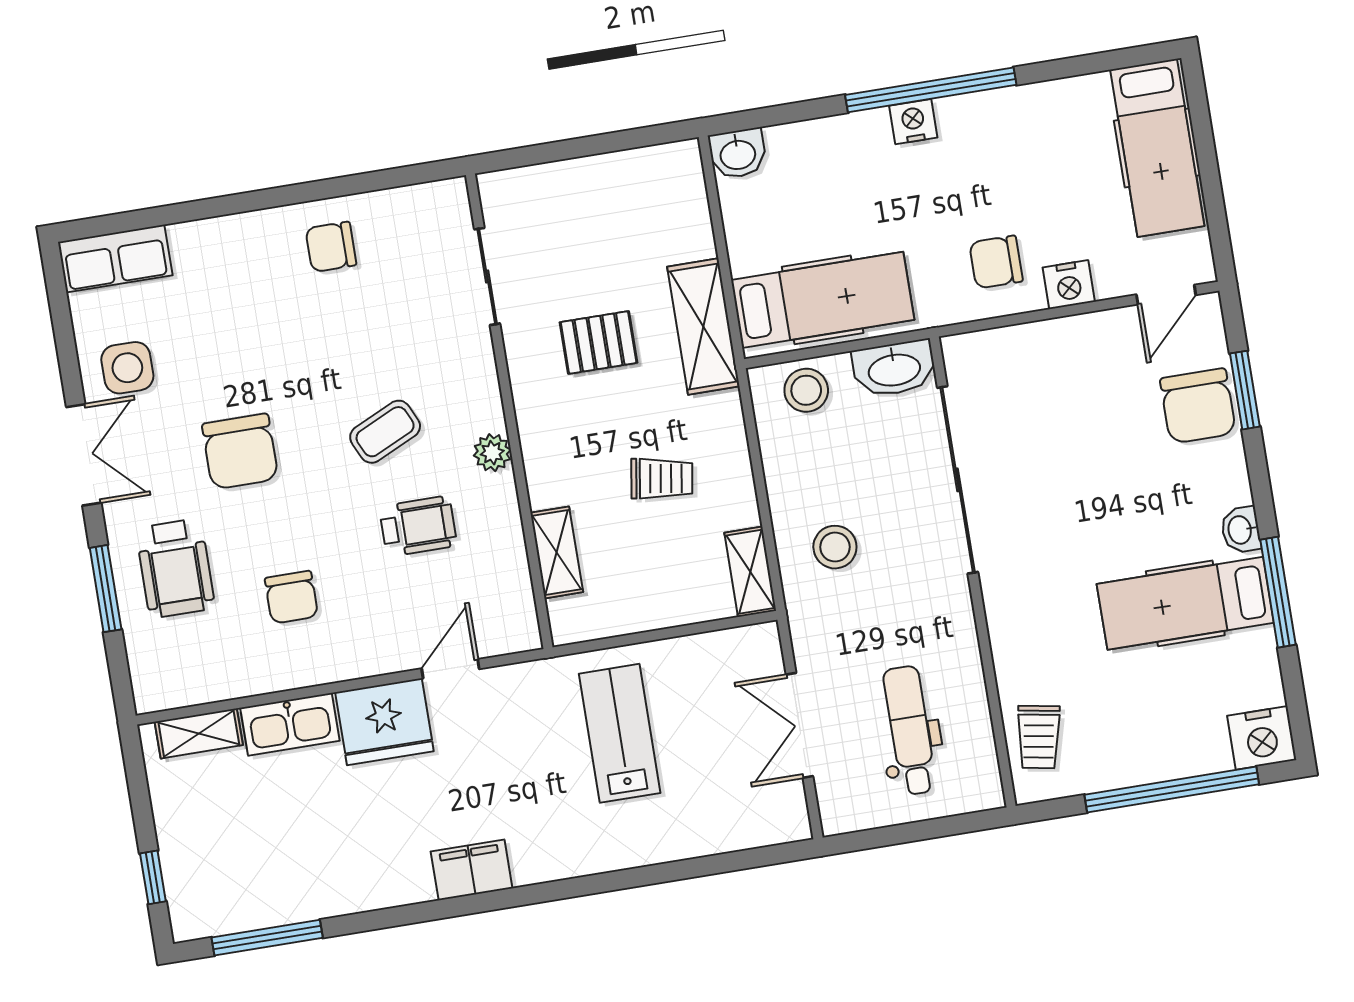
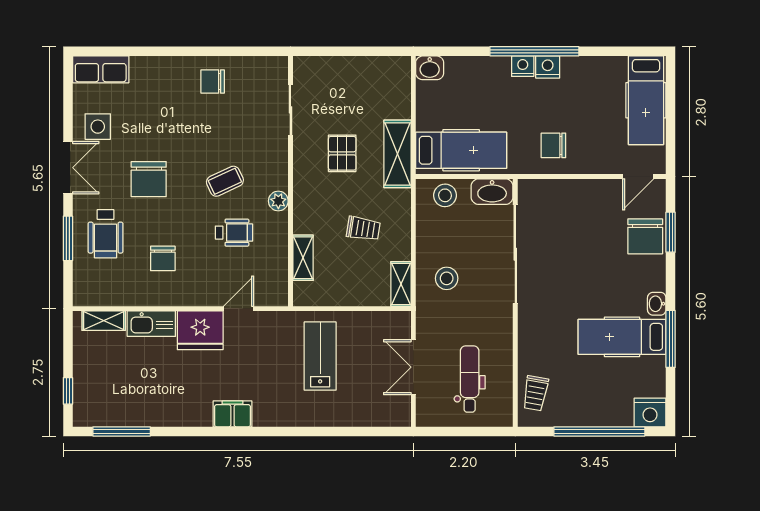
nightstand: (1069, 285) -> (548, 67), moved, turned 180
pallet: (599, 343) -> (342, 153), turned 90

